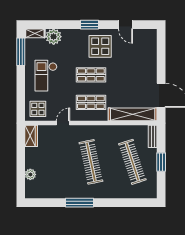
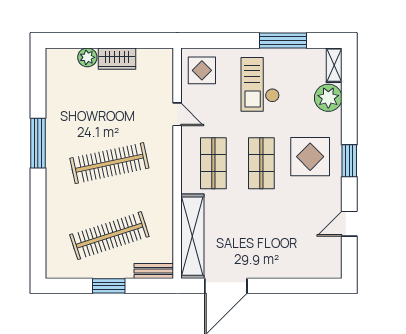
display table: (100, 46) -> (310, 157), moved
window: (21, 52) -> (283, 40), moved
checkout: (46, 76) -> (260, 84), turned -90
wardrobe: (31, 136) -> (117, 59), moved

